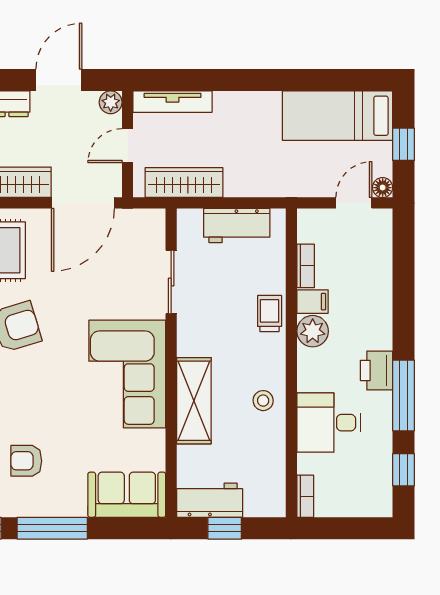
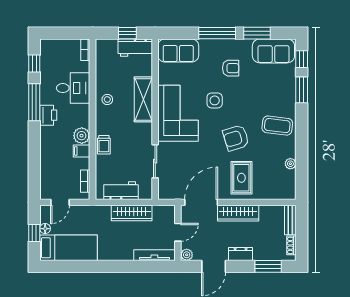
wardrobe: (184, 183) -> (132, 213), moved
floor lamp: (383, 188) -> (45, 229), moved
bookcase: (306, 266) -> (85, 181), moved
side table: (57, 399) -> (215, 100), added

